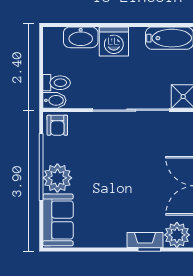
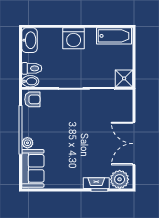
washbasin: (81, 37) -> (30, 40), moved, turned -90
armchair: (57, 125) -> (32, 99), turned -90
plant: (57, 178) -> (27, 143), width x0.53, depth x0.53

